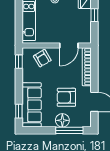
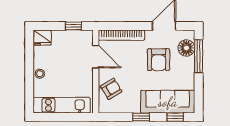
window: (94, 15) -> (73, 26), moved
window: (19, 62) -> (141, 117), moved
floor lamp: (62, 120) -> (186, 48), moved

